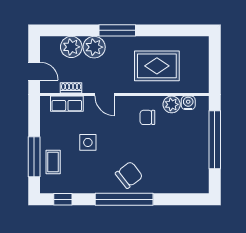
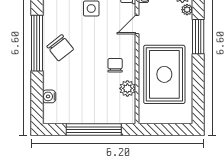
plant: (94, 47) -> (187, 10), width x0.53, depth x0.53
rug: (157, 66) -> (164, 74), width x1.37, depth x1.44
water cooler: (188, 103) -> (49, 96), moved, turned 180

